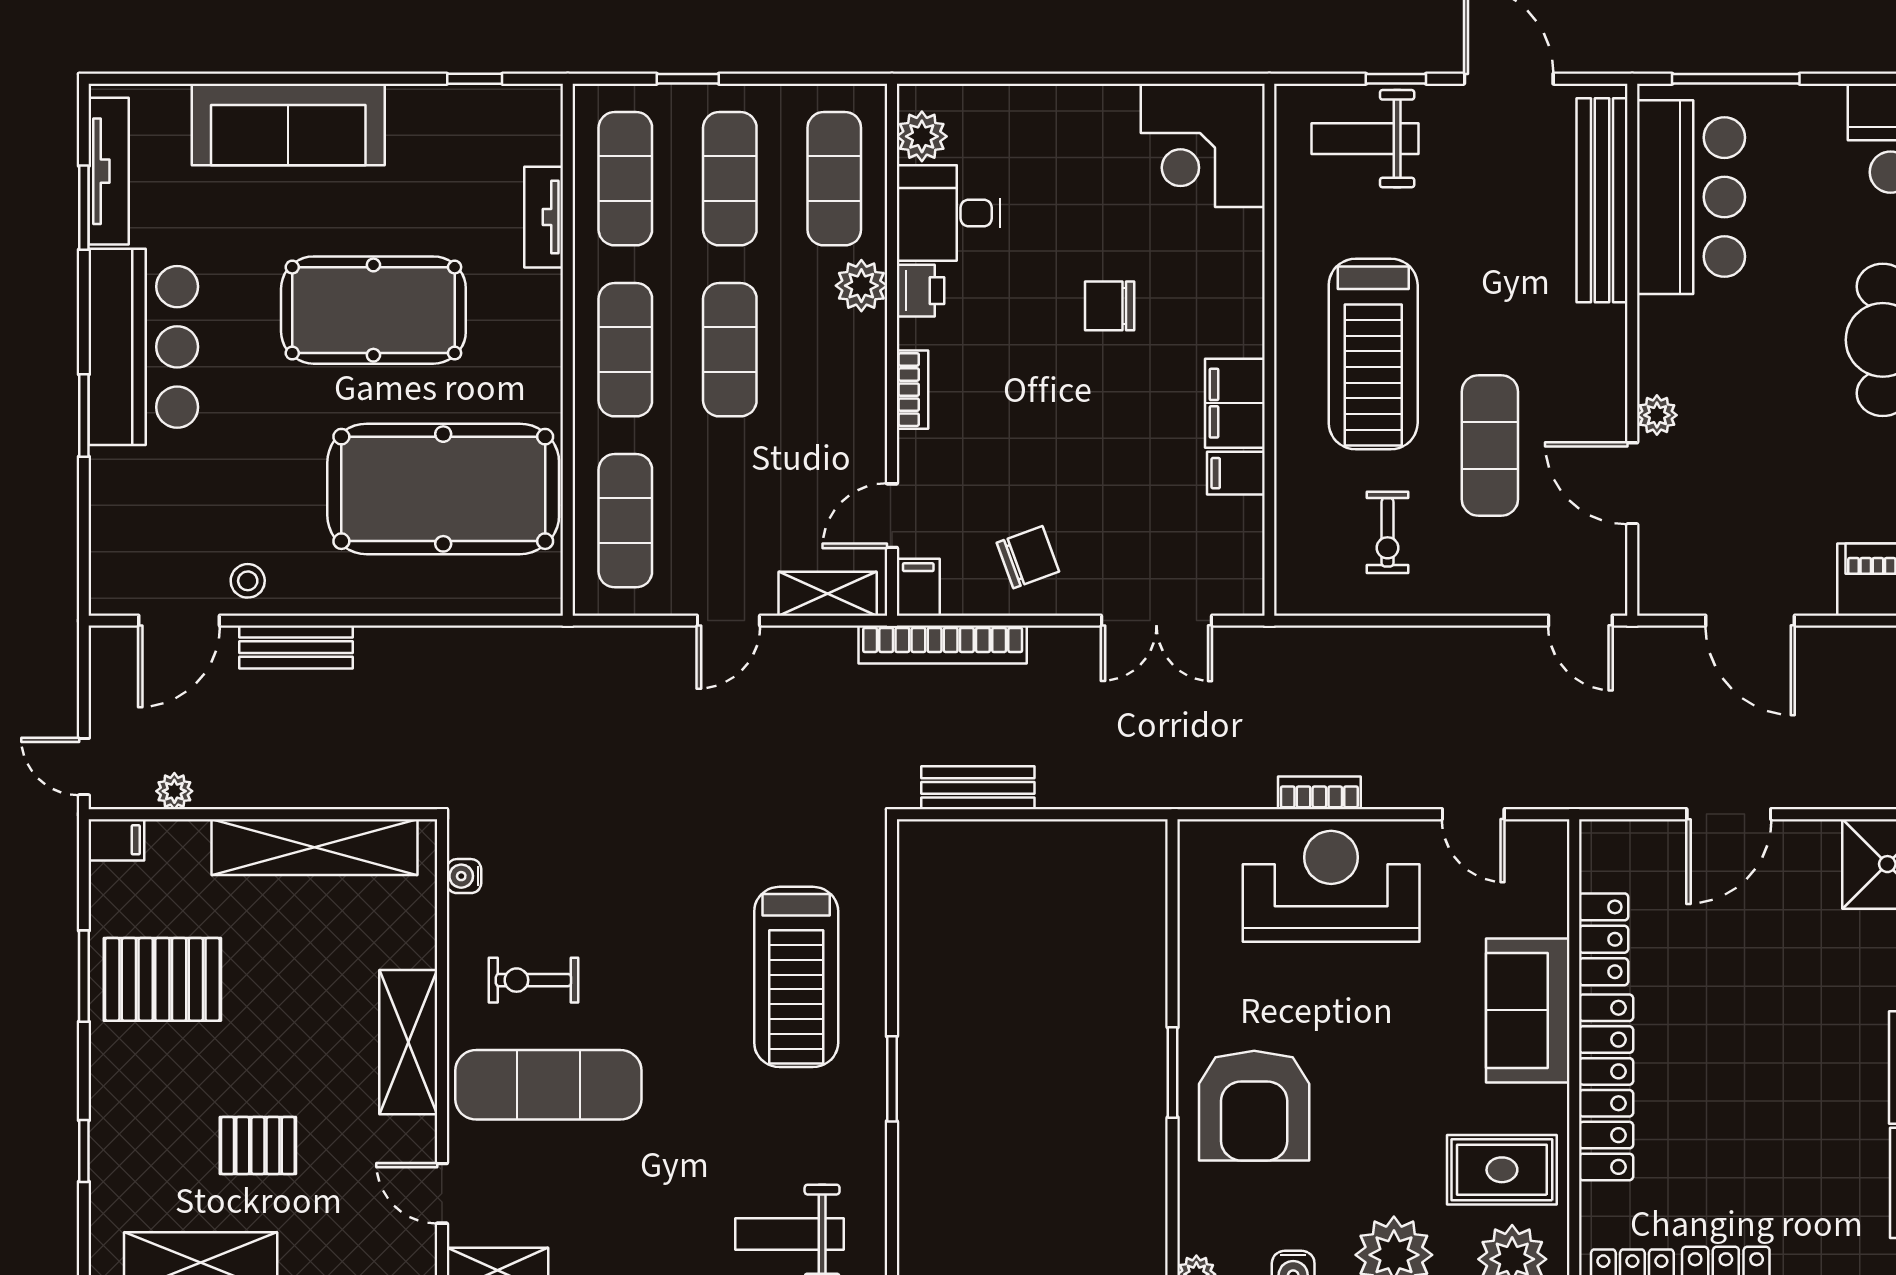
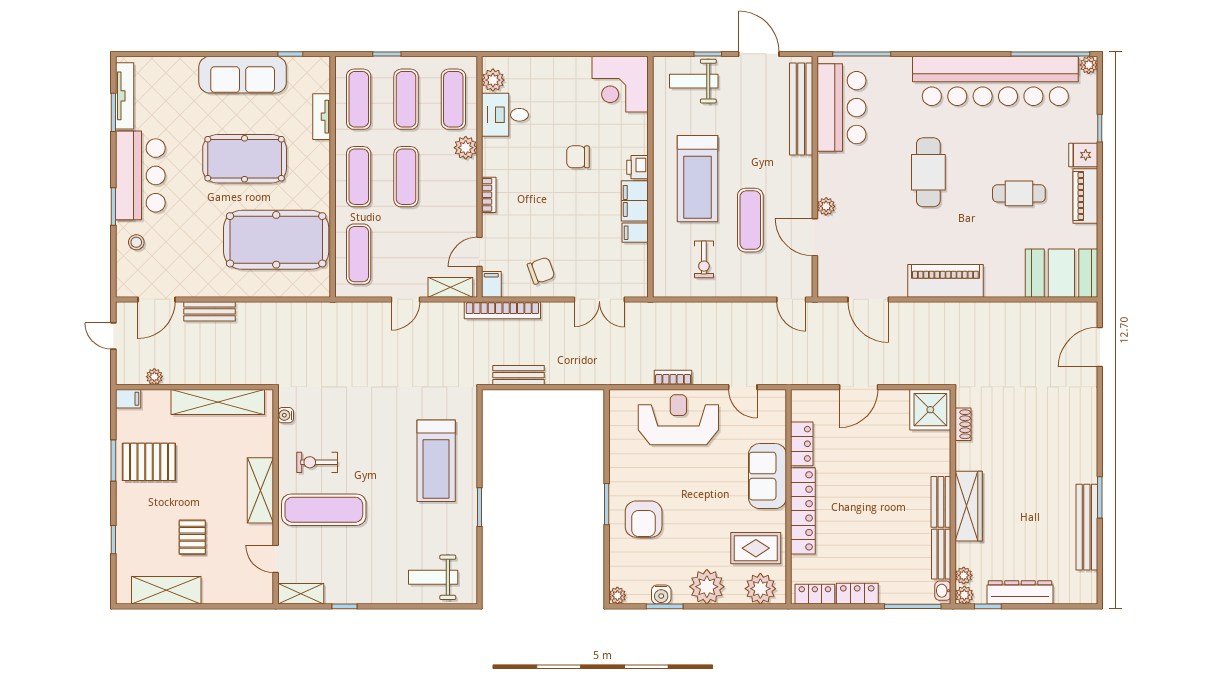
sofa: (288, 125) -> (243, 75), moved
printer: (920, 291) -> (638, 167), moved, turned 180
stool: (248, 581) -> (136, 242), moved
door: (84, 767) -> (113, 336), moved
armchair: (1254, 1106) -> (644, 519), width x0.73, depth x0.73
pallet: (258, 1146) -> (192, 537), turned 90

